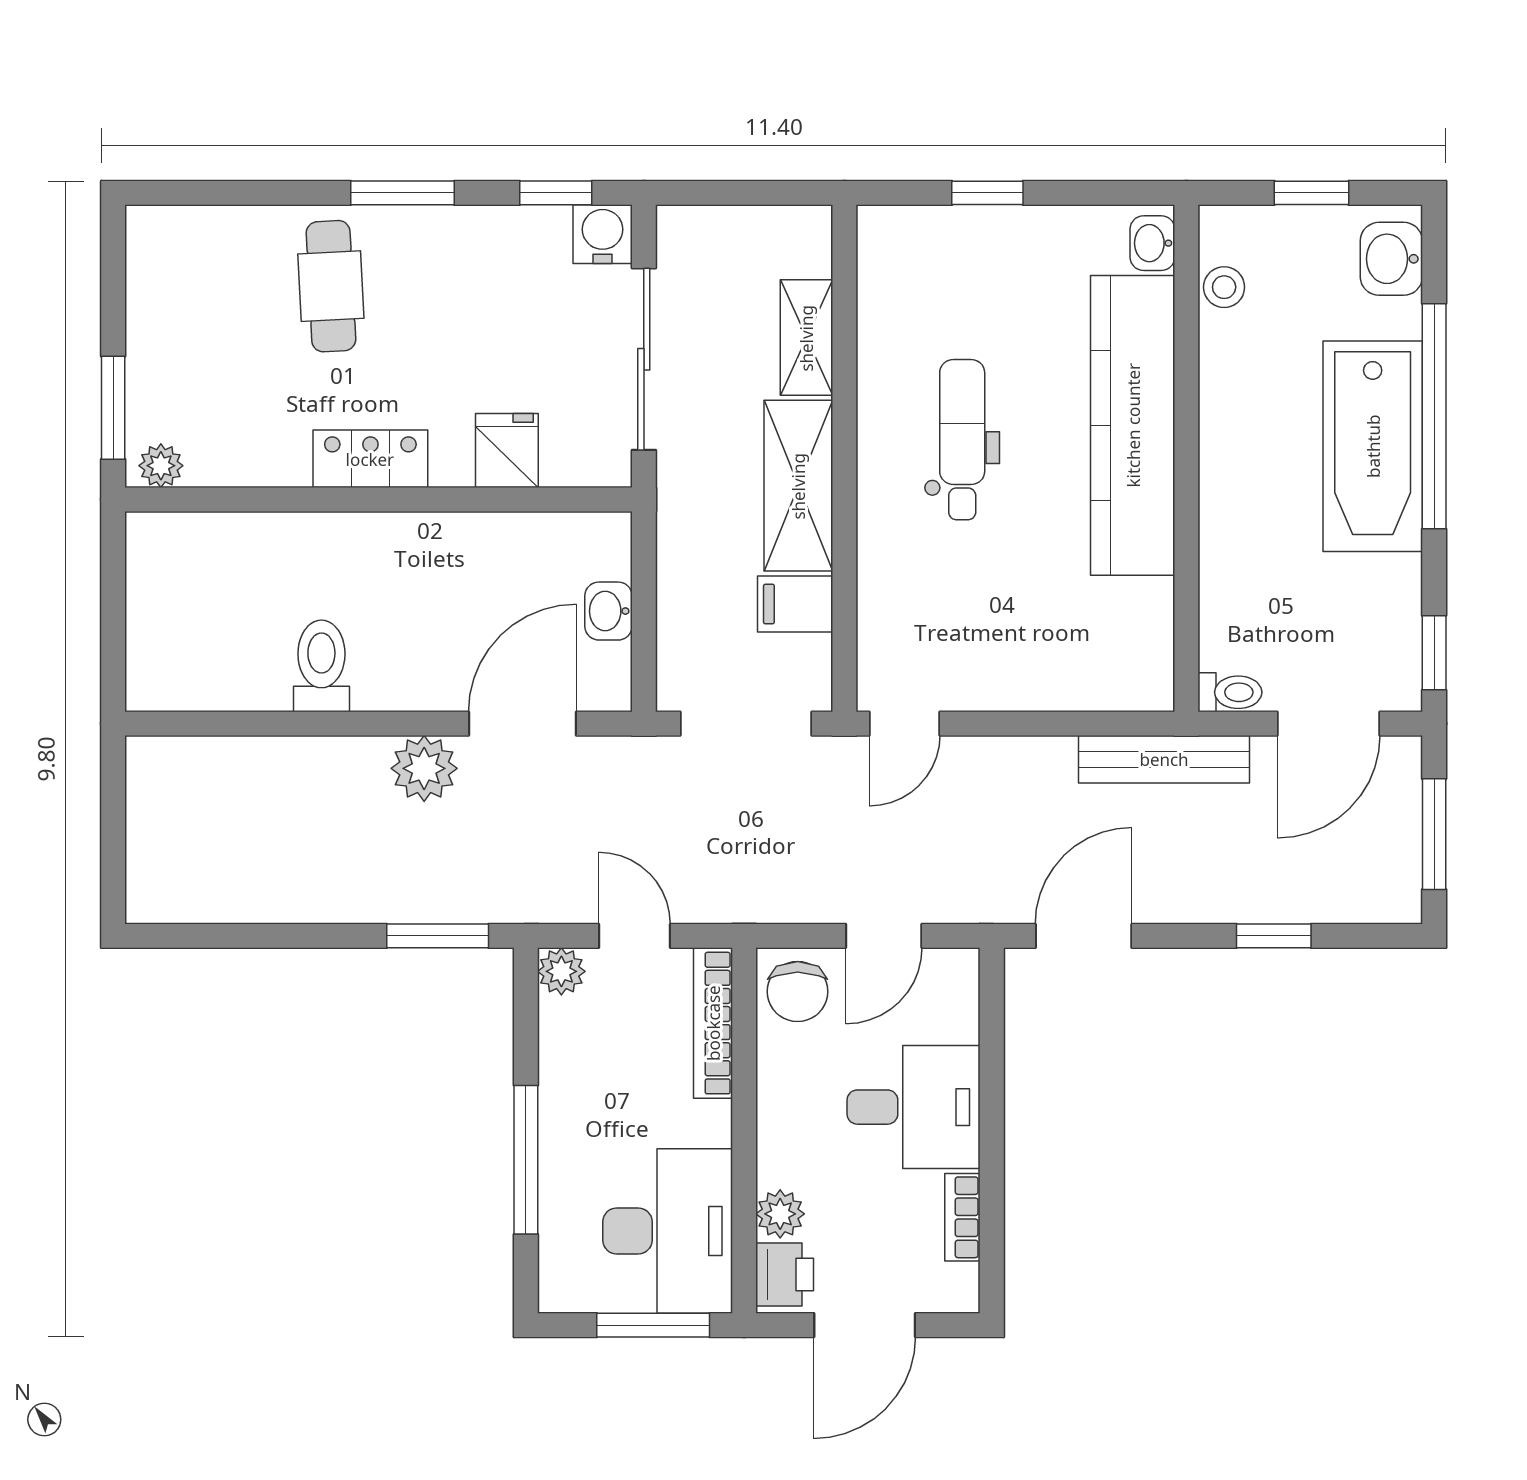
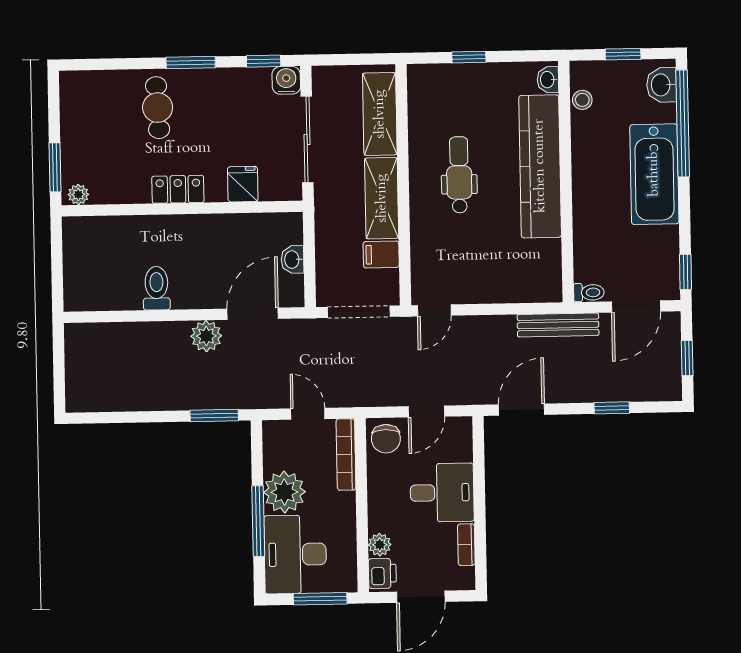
shelving: (806, 338) -> (380, 114), width x1.50, depth x1.33
window: (1434, 416) -> (683, 123), moved
window: (1434, 834) -> (687, 358), width x0.67
plant: (561, 971) -> (284, 492), moved, width x1.87, depth x1.87
desk: (668, 1231) -> (295, 554), moved, turned 180

